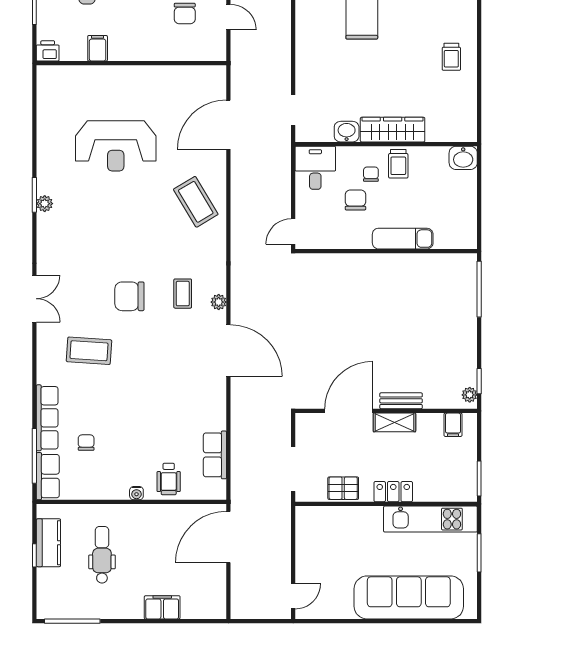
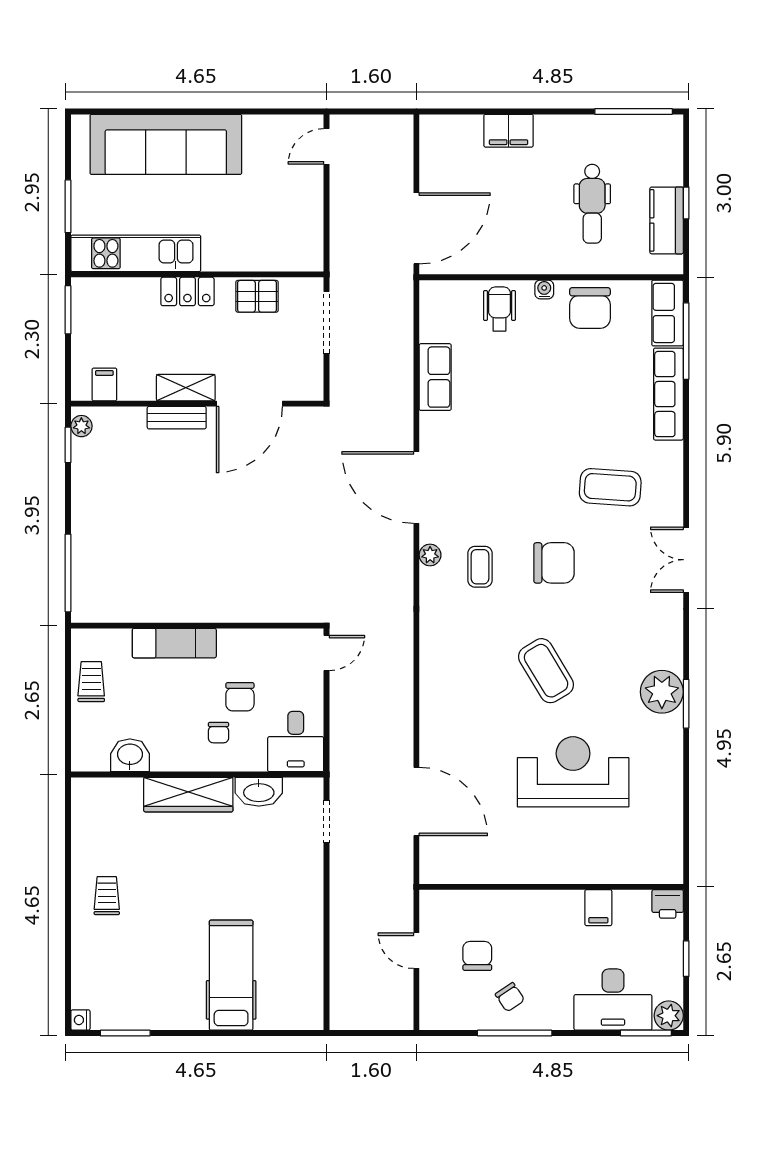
door: (228, 125) -> (416, 802), hinge flipped
washbasin: (347, 132) -> (259, 792), width x1.38
washbasin: (463, 158) -> (130, 755), moved
trolley: (398, 164) -> (91, 682), moved
coffee table: (196, 202) -> (546, 671), moved
plant: (45, 204) -> (662, 692), width x1.88, depth x1.88
chair: (86, 443) -> (590, 308), moved, width x1.87, depth x1.87
row of seats: (215, 455) -> (435, 377), moved

